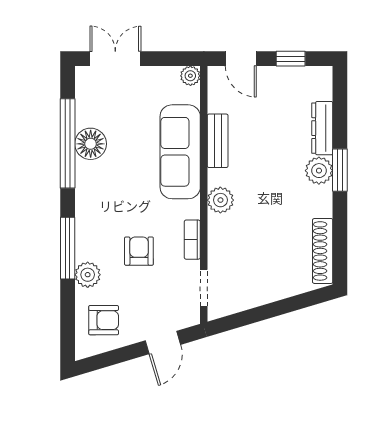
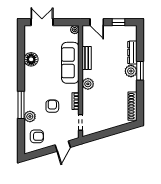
window: (68, 143) -> (21, 59), removed

